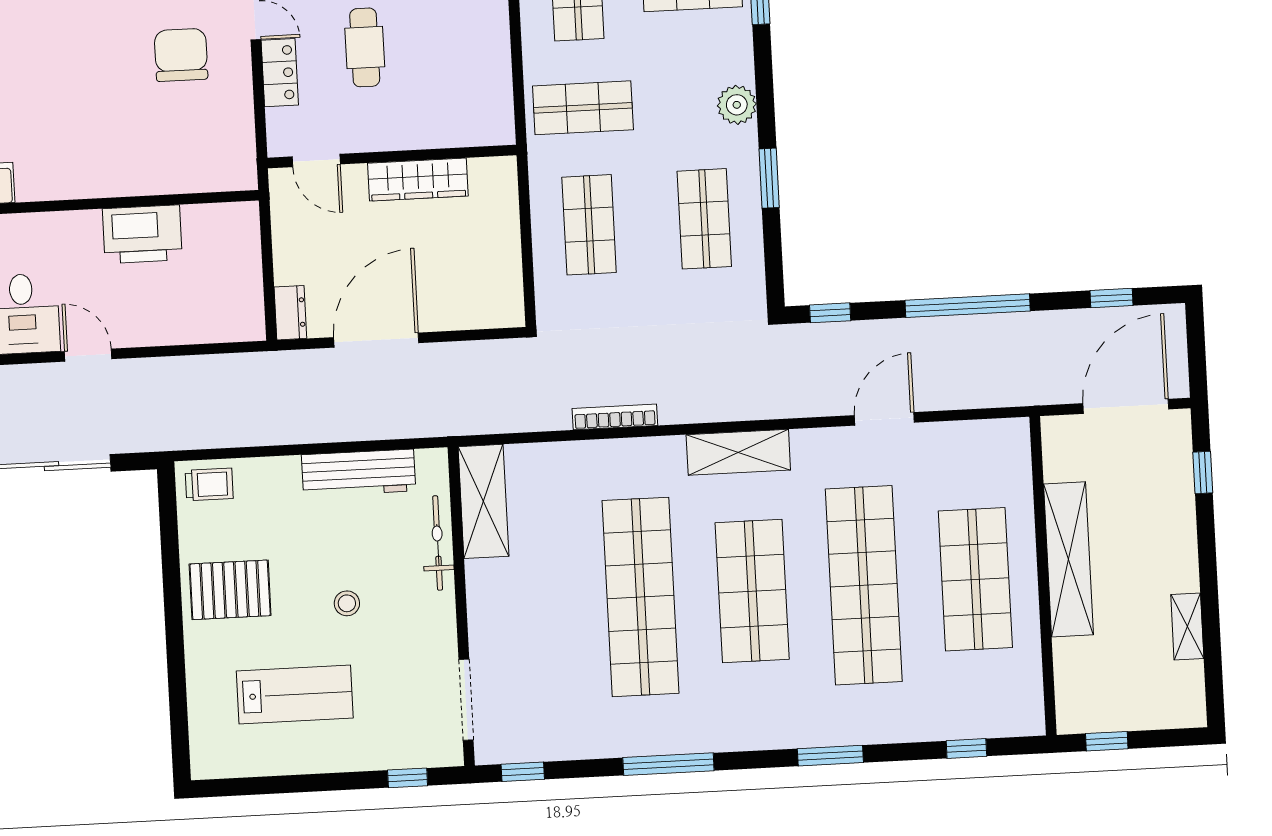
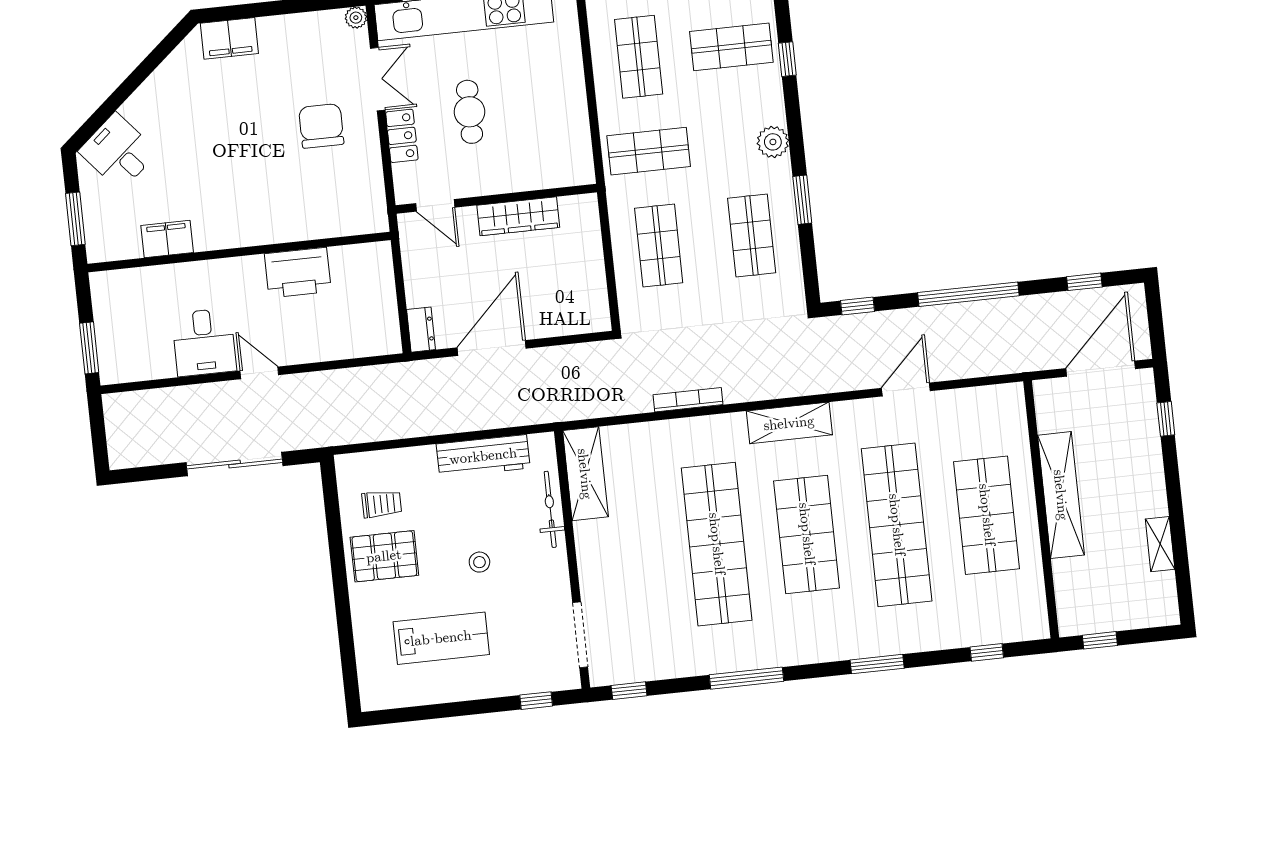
trolley: (209, 484) -> (382, 504), moved

